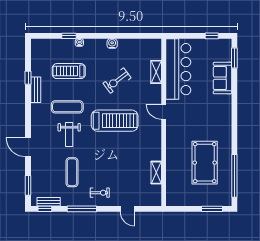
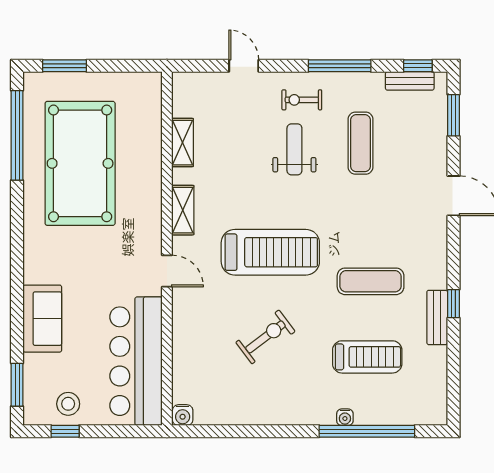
window: (69, 36) -> (367, 431), width x3.17
water cooler: (112, 44) -> (183, 415), moved
stool: (210, 49) -> (68, 404), added
shelving: (156, 72) -> (183, 210), moved
window: (28, 78) -> (453, 304), moved
sofa: (223, 78) -> (42, 319), moved
treadmill: (115, 121) -> (270, 252), turned 180
weight bench: (69, 135) -> (294, 149), moved
pool table: (205, 163) -> (80, 163), width x1.36, depth x1.32

